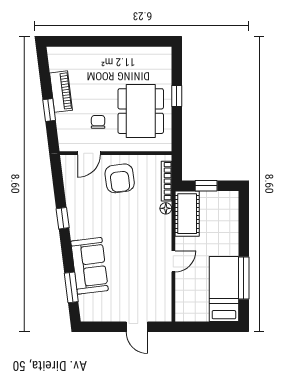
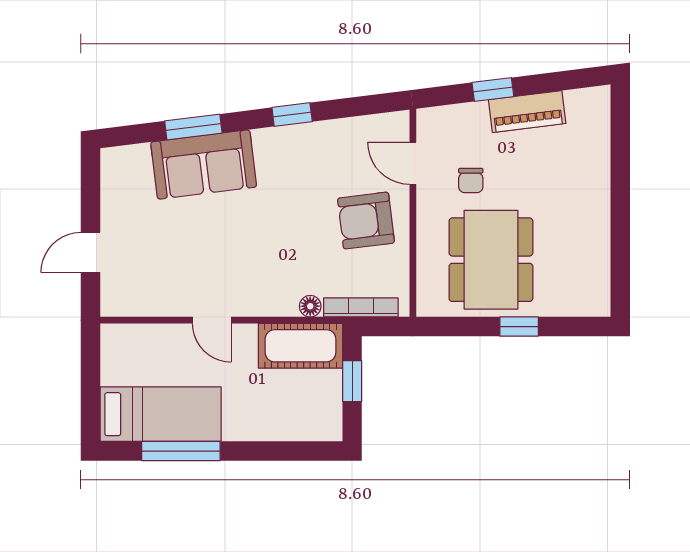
dining table: (141, 111) -> (491, 260), turned 90
chair: (98, 122) -> (471, 180), turned 90
window: (71, 287) -> (193, 127), moved

